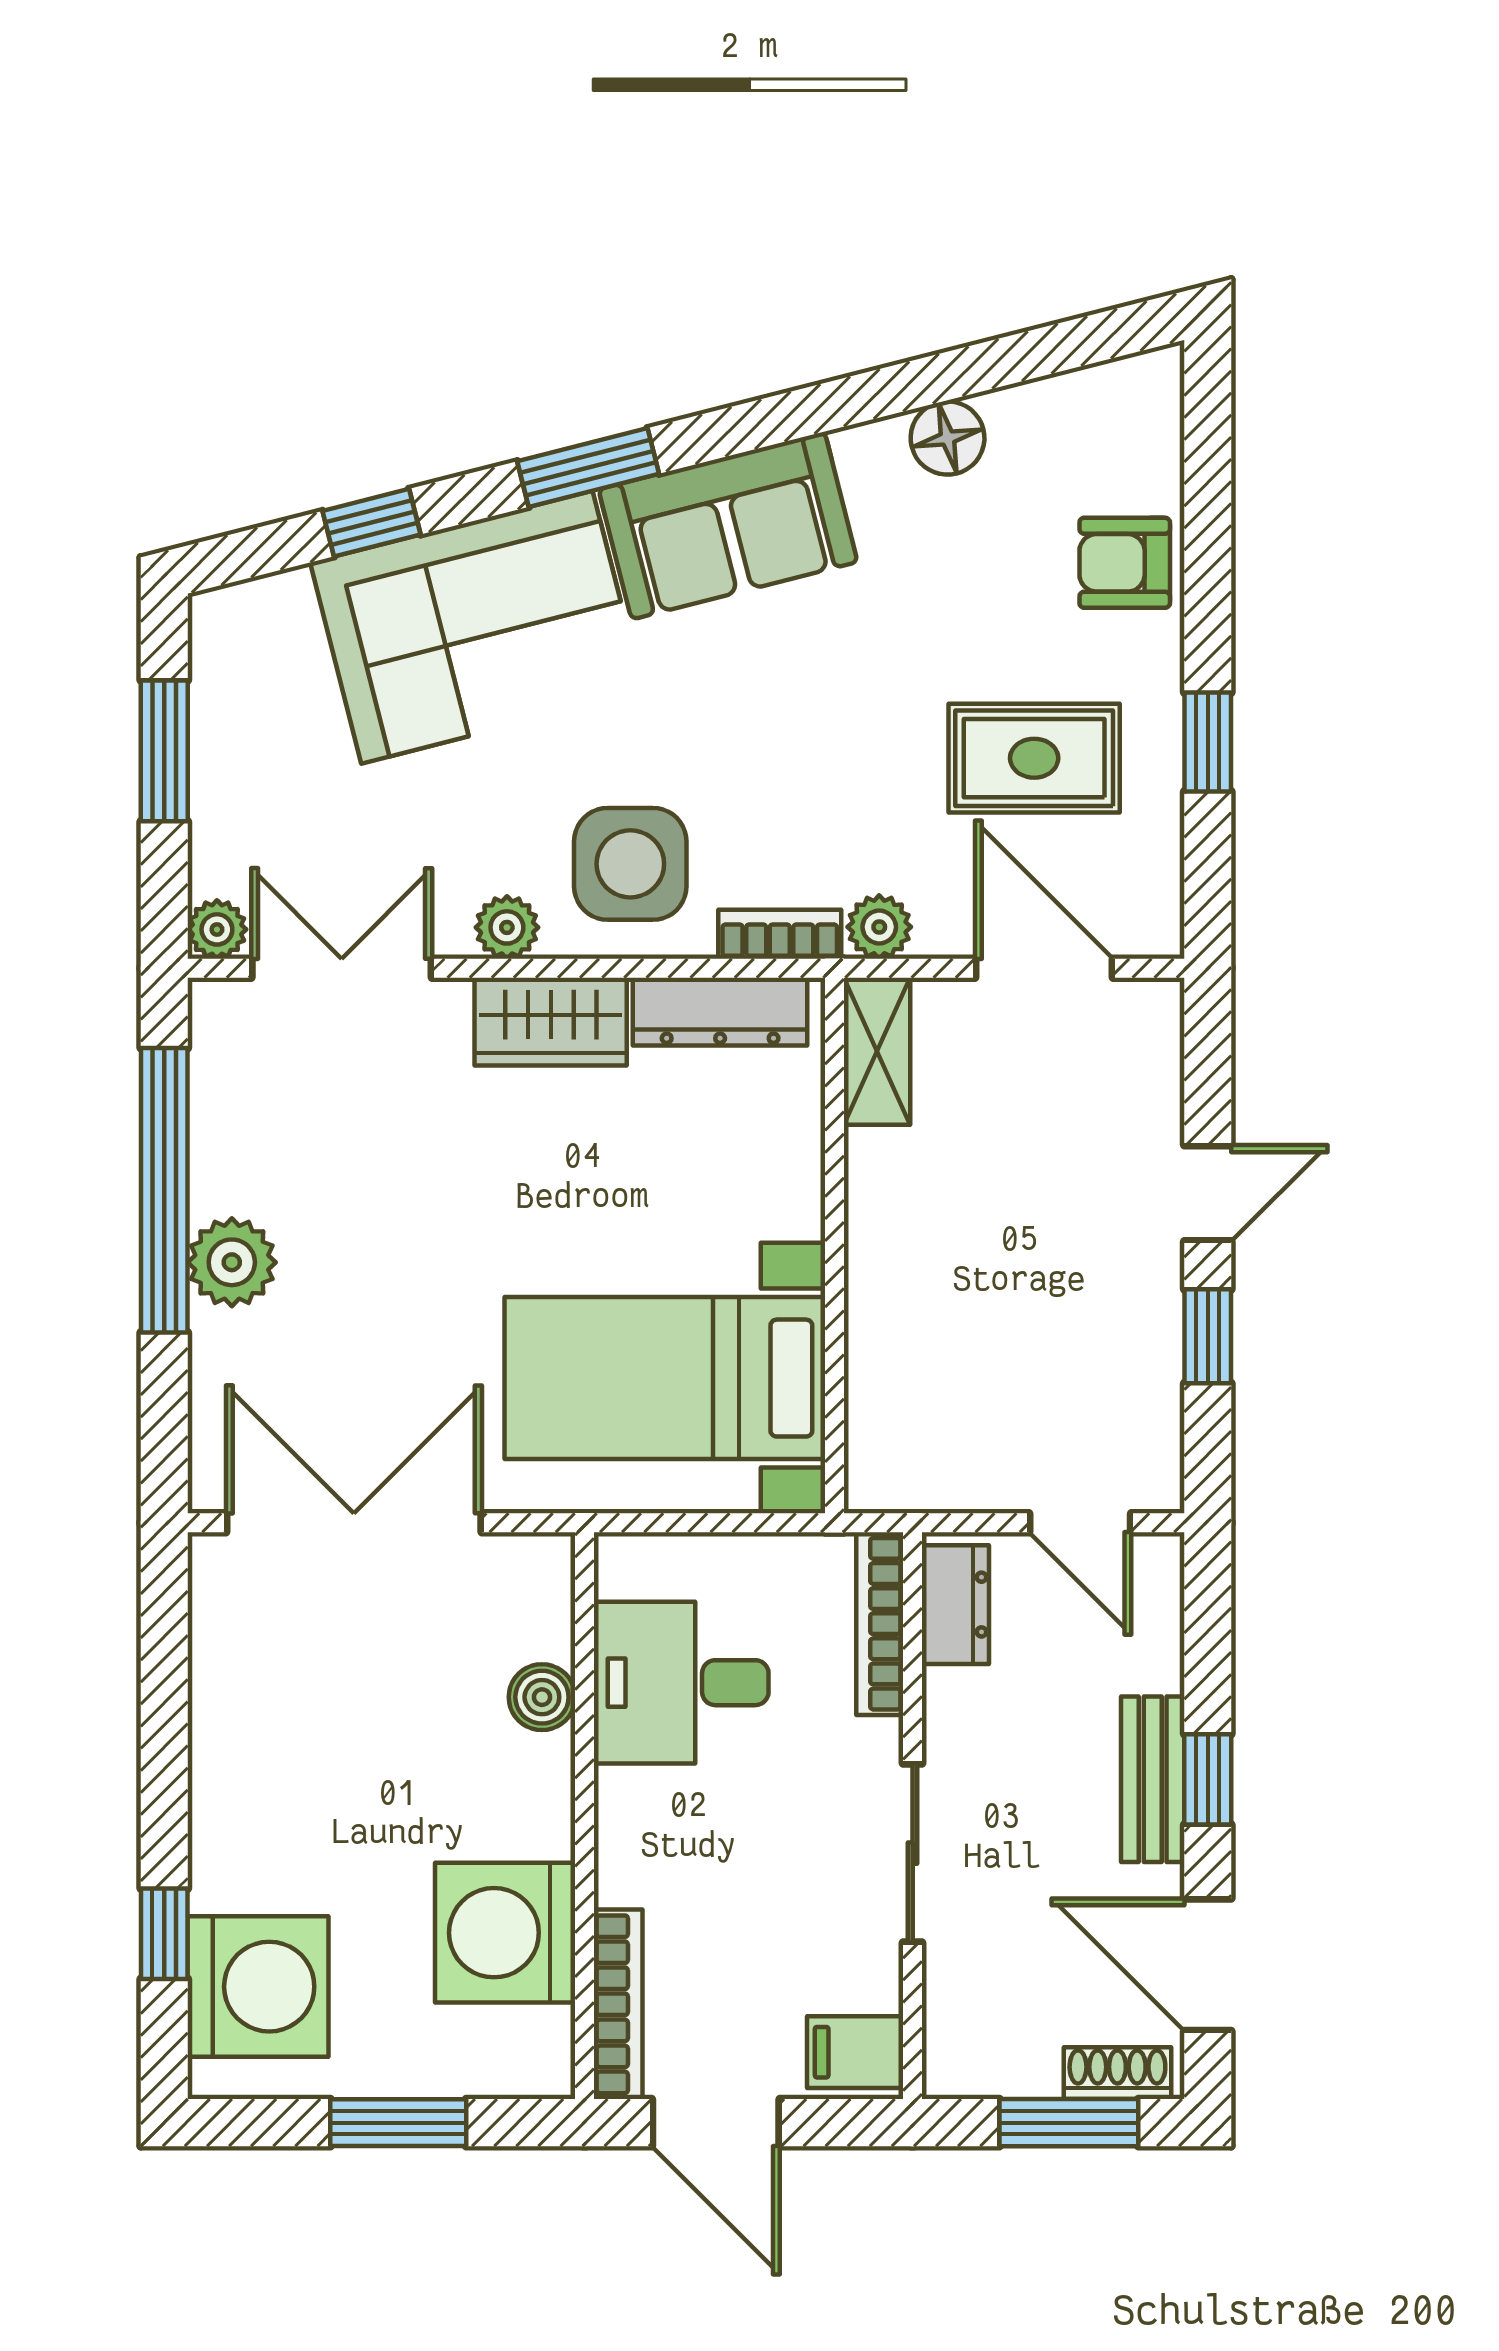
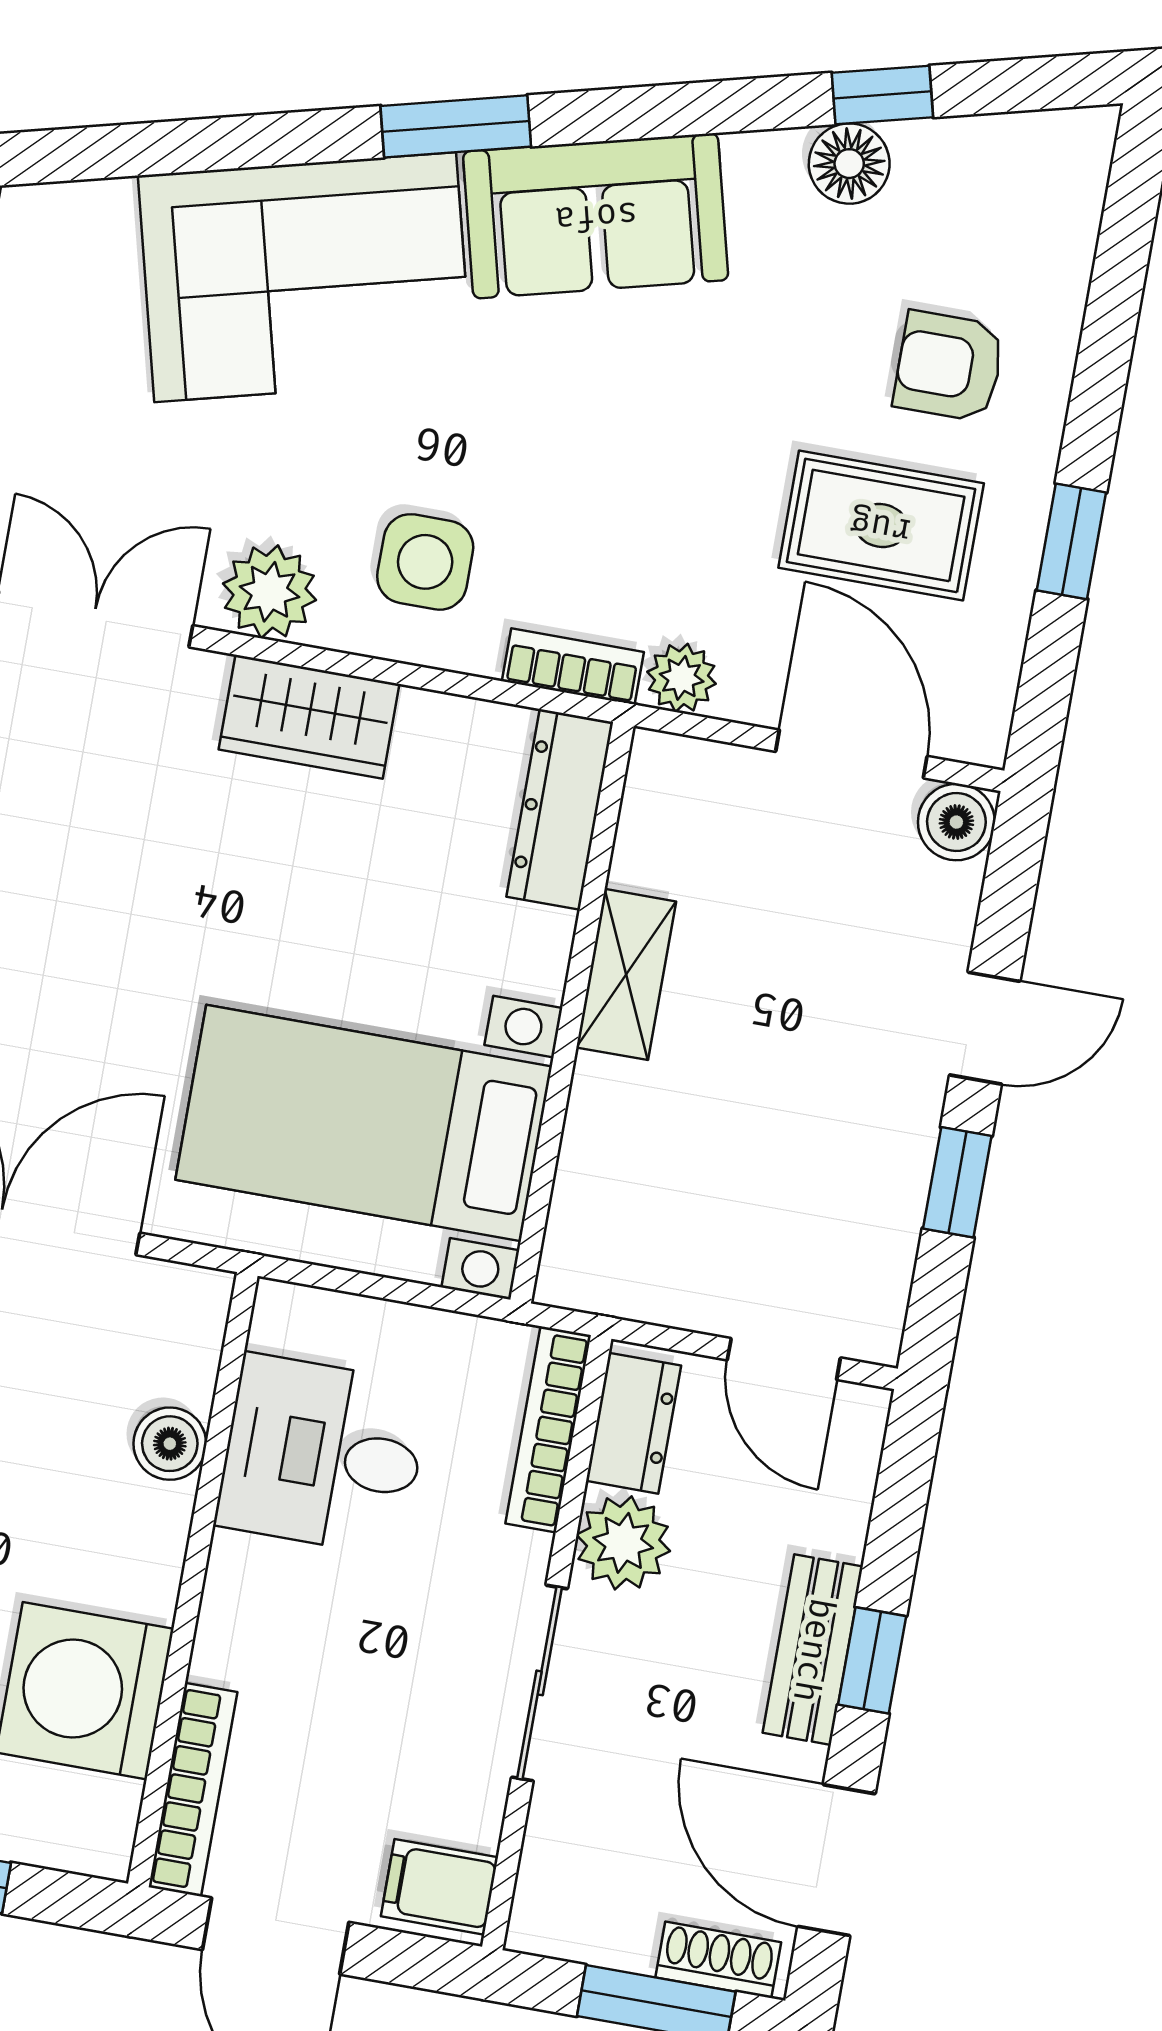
window: (371, 523) -> (882, 95), moved
armchair: (1125, 563) -> (949, 366), moved
side table: (630, 864) -> (425, 562), width x0.73, depth x0.73
plant: (507, 927) -> (269, 592), width x1.38, depth x1.38
dresser: (720, 1012) -> (560, 809), moved, turned 90
boiler: (1149, 1013) -> (956, 822), added
shelving: (877, 1051) -> (626, 974), moved
plant: (965, 1714) -> (623, 1543), added

